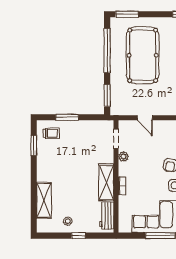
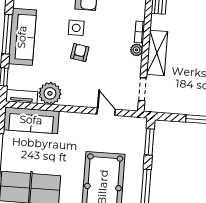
plant: (123, 157) -> (137, 50), moved
shelving: (106, 183) -> (157, 53), moved

